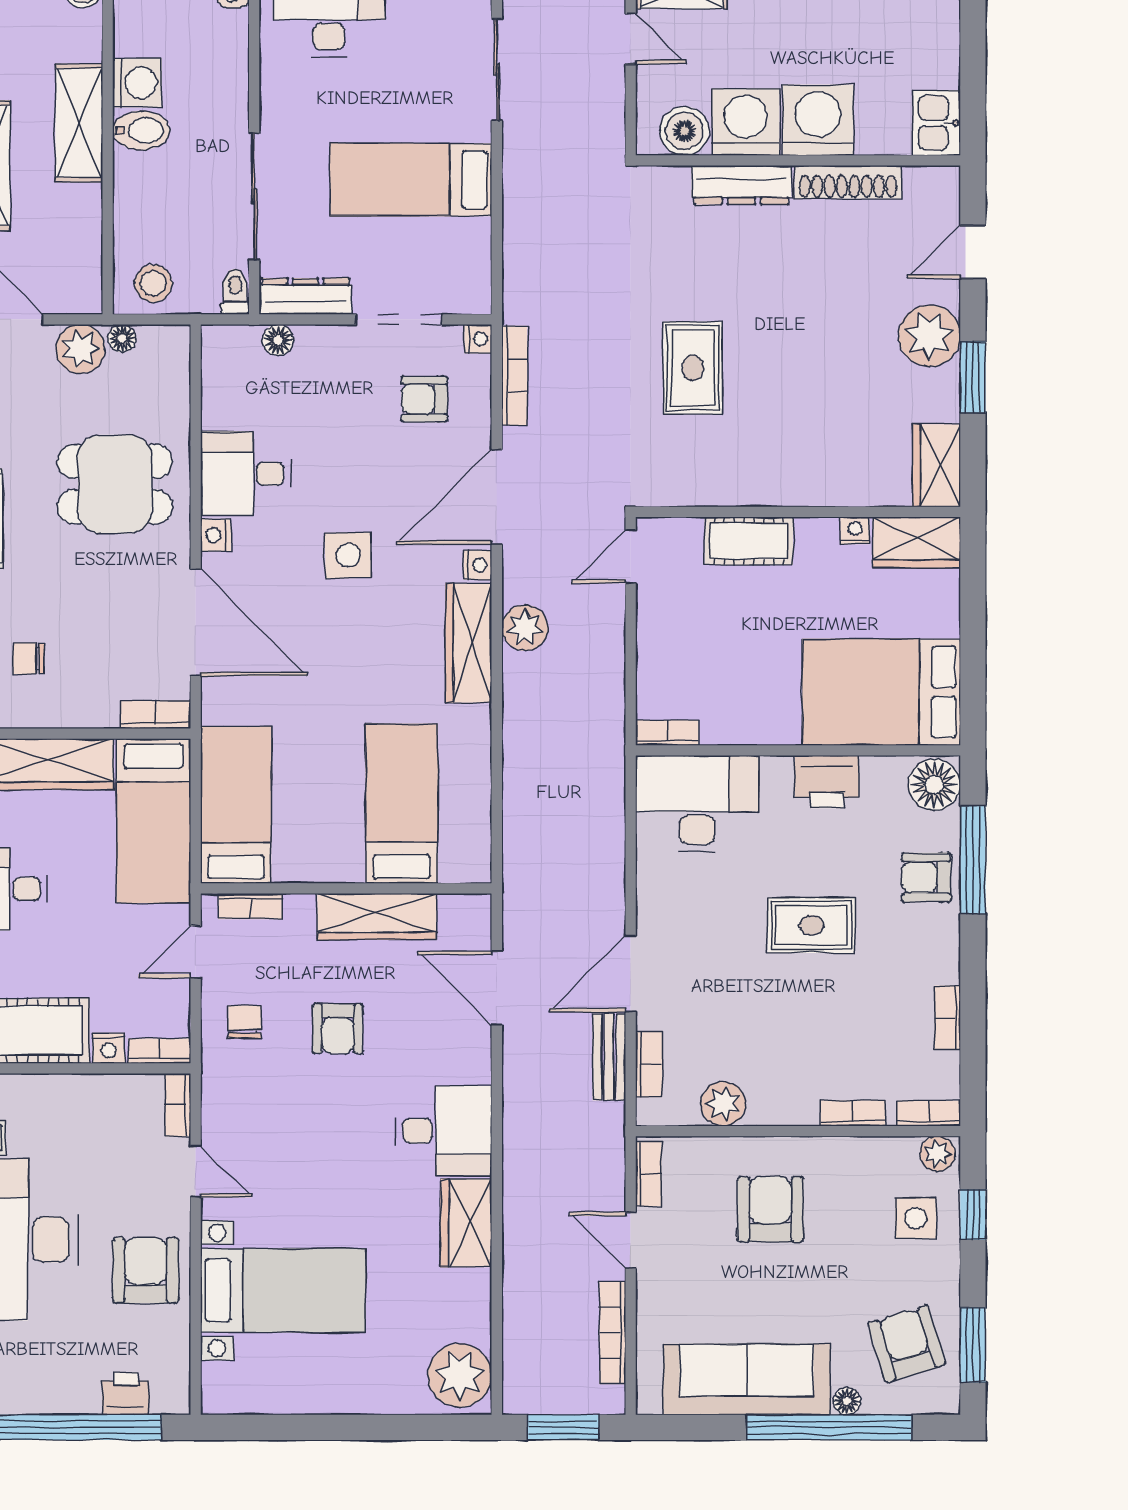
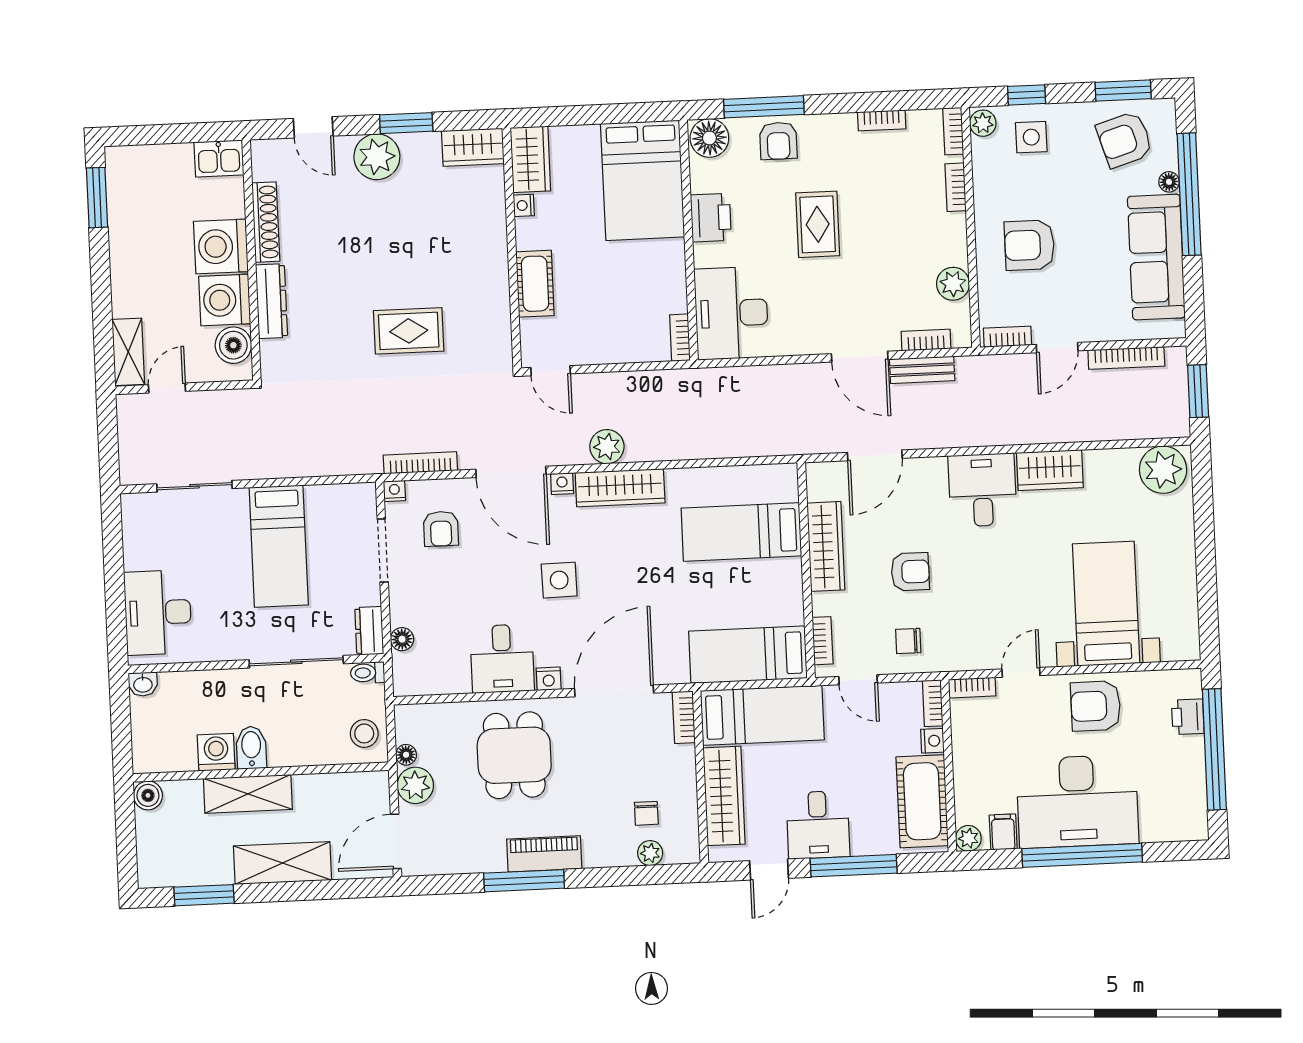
dresser: (305, 296) -> (369, 631), width x0.70

